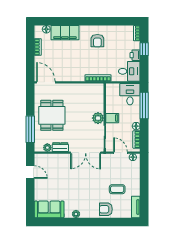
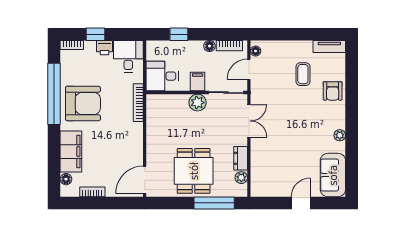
window: (104, 21) -> (54, 94), added
armchair: (97, 41) -> (83, 103), width x1.88, depth x1.88
desk: (130, 94) -> (162, 76), moved
window: (144, 105) -> (179, 34), width x0.46
dining table: (52, 115) -> (194, 171), turned 90
double door: (86, 153) -> (249, 121), width x0.73
door: (30, 172) -> (301, 203), moved

